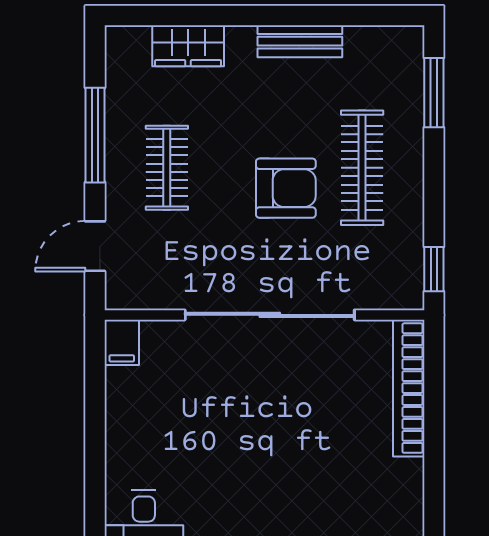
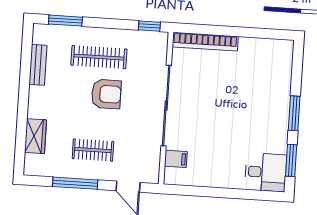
bench: (300, 41) -> (38, 65), moved
armchair: (286, 188) -> (106, 94), turned 90
filing cabinet: (122, 342) -> (176, 159), moved

